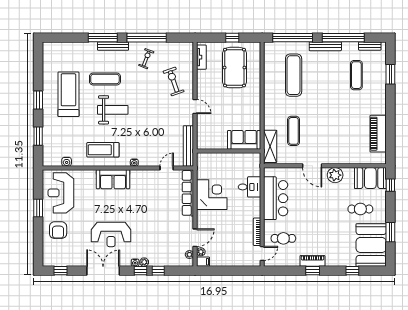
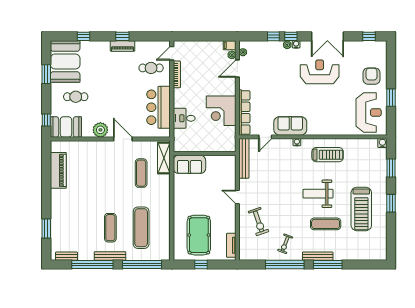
exercise mat: (356, 75) -> (110, 228), moved
water cooler: (67, 162) -> (382, 143), moved
sofa: (113, 179) -> (290, 126), moved

